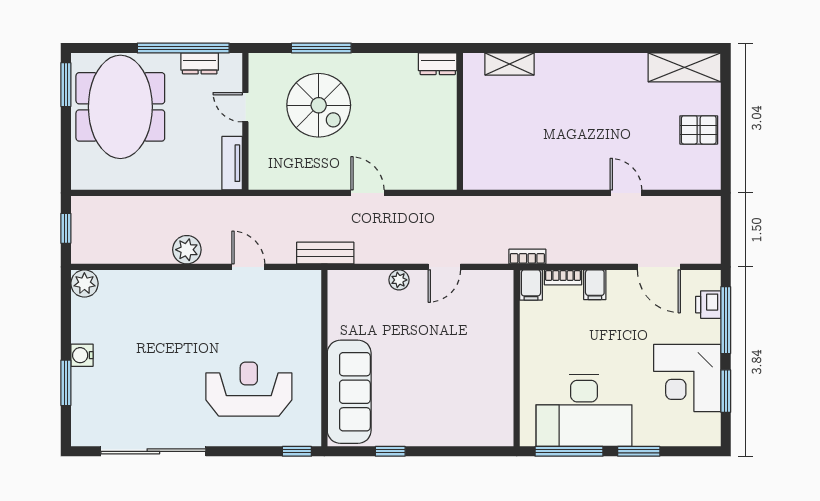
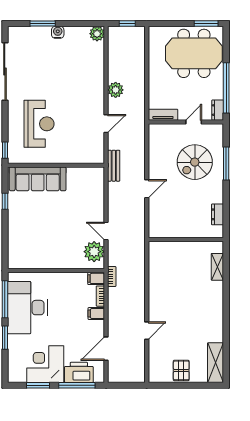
dresser: (200, 63) -> (218, 110), moved
dresser: (438, 64) -> (218, 214), moved
plant: (399, 280) -> (94, 252), moved, width x1.87, depth x1.87
printer: (708, 305) -> (79, 372), width x1.87, depth x1.48

